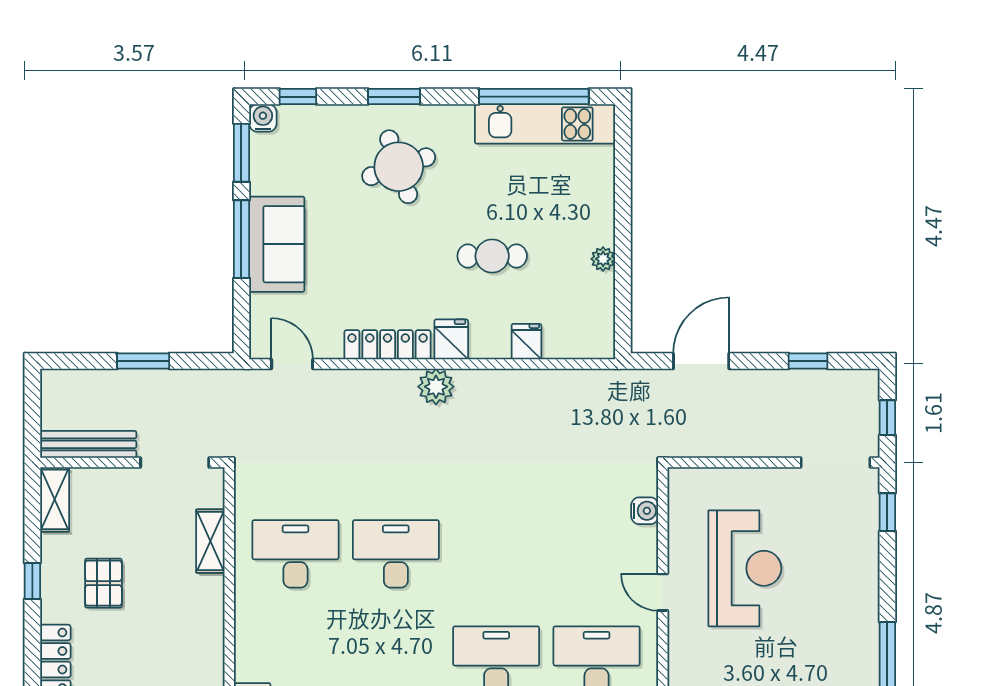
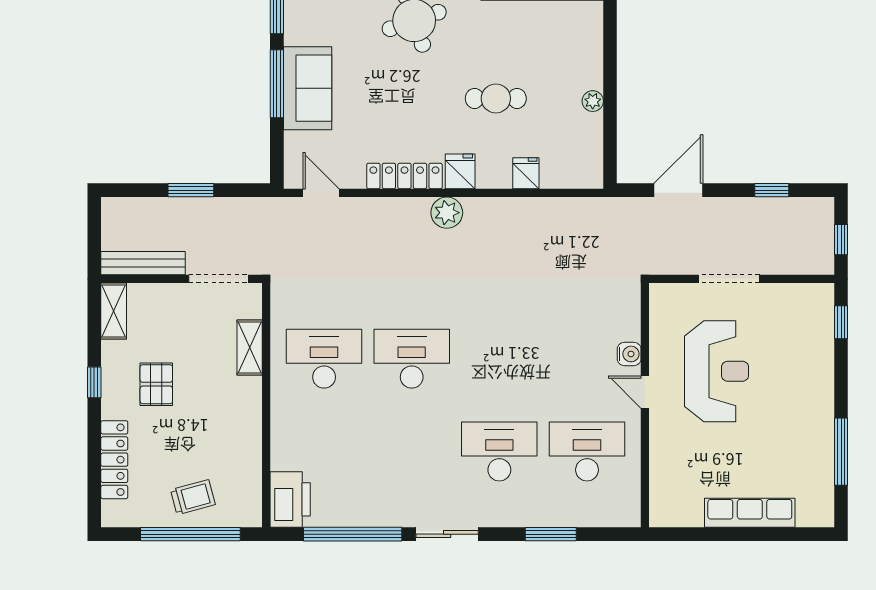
doorway: (835, 462) -> (729, 279), moved
water cooler: (645, 511) -> (629, 354), moved

